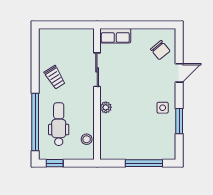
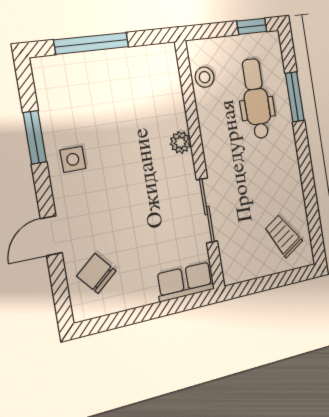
trolley: (55, 77) -> (283, 236), moved
window: (35, 122) -> (295, 97), width x0.47
dental chair: (59, 124) -> (256, 99), turned 180

